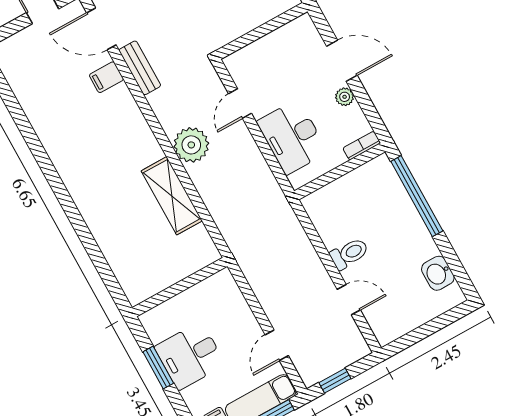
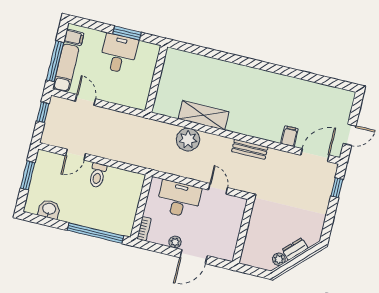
bench: (140, 68) -> (250, 149), moved
plant: (191, 145) -> (188, 140), moved
window: (422, 332) -> (28, 175), added

